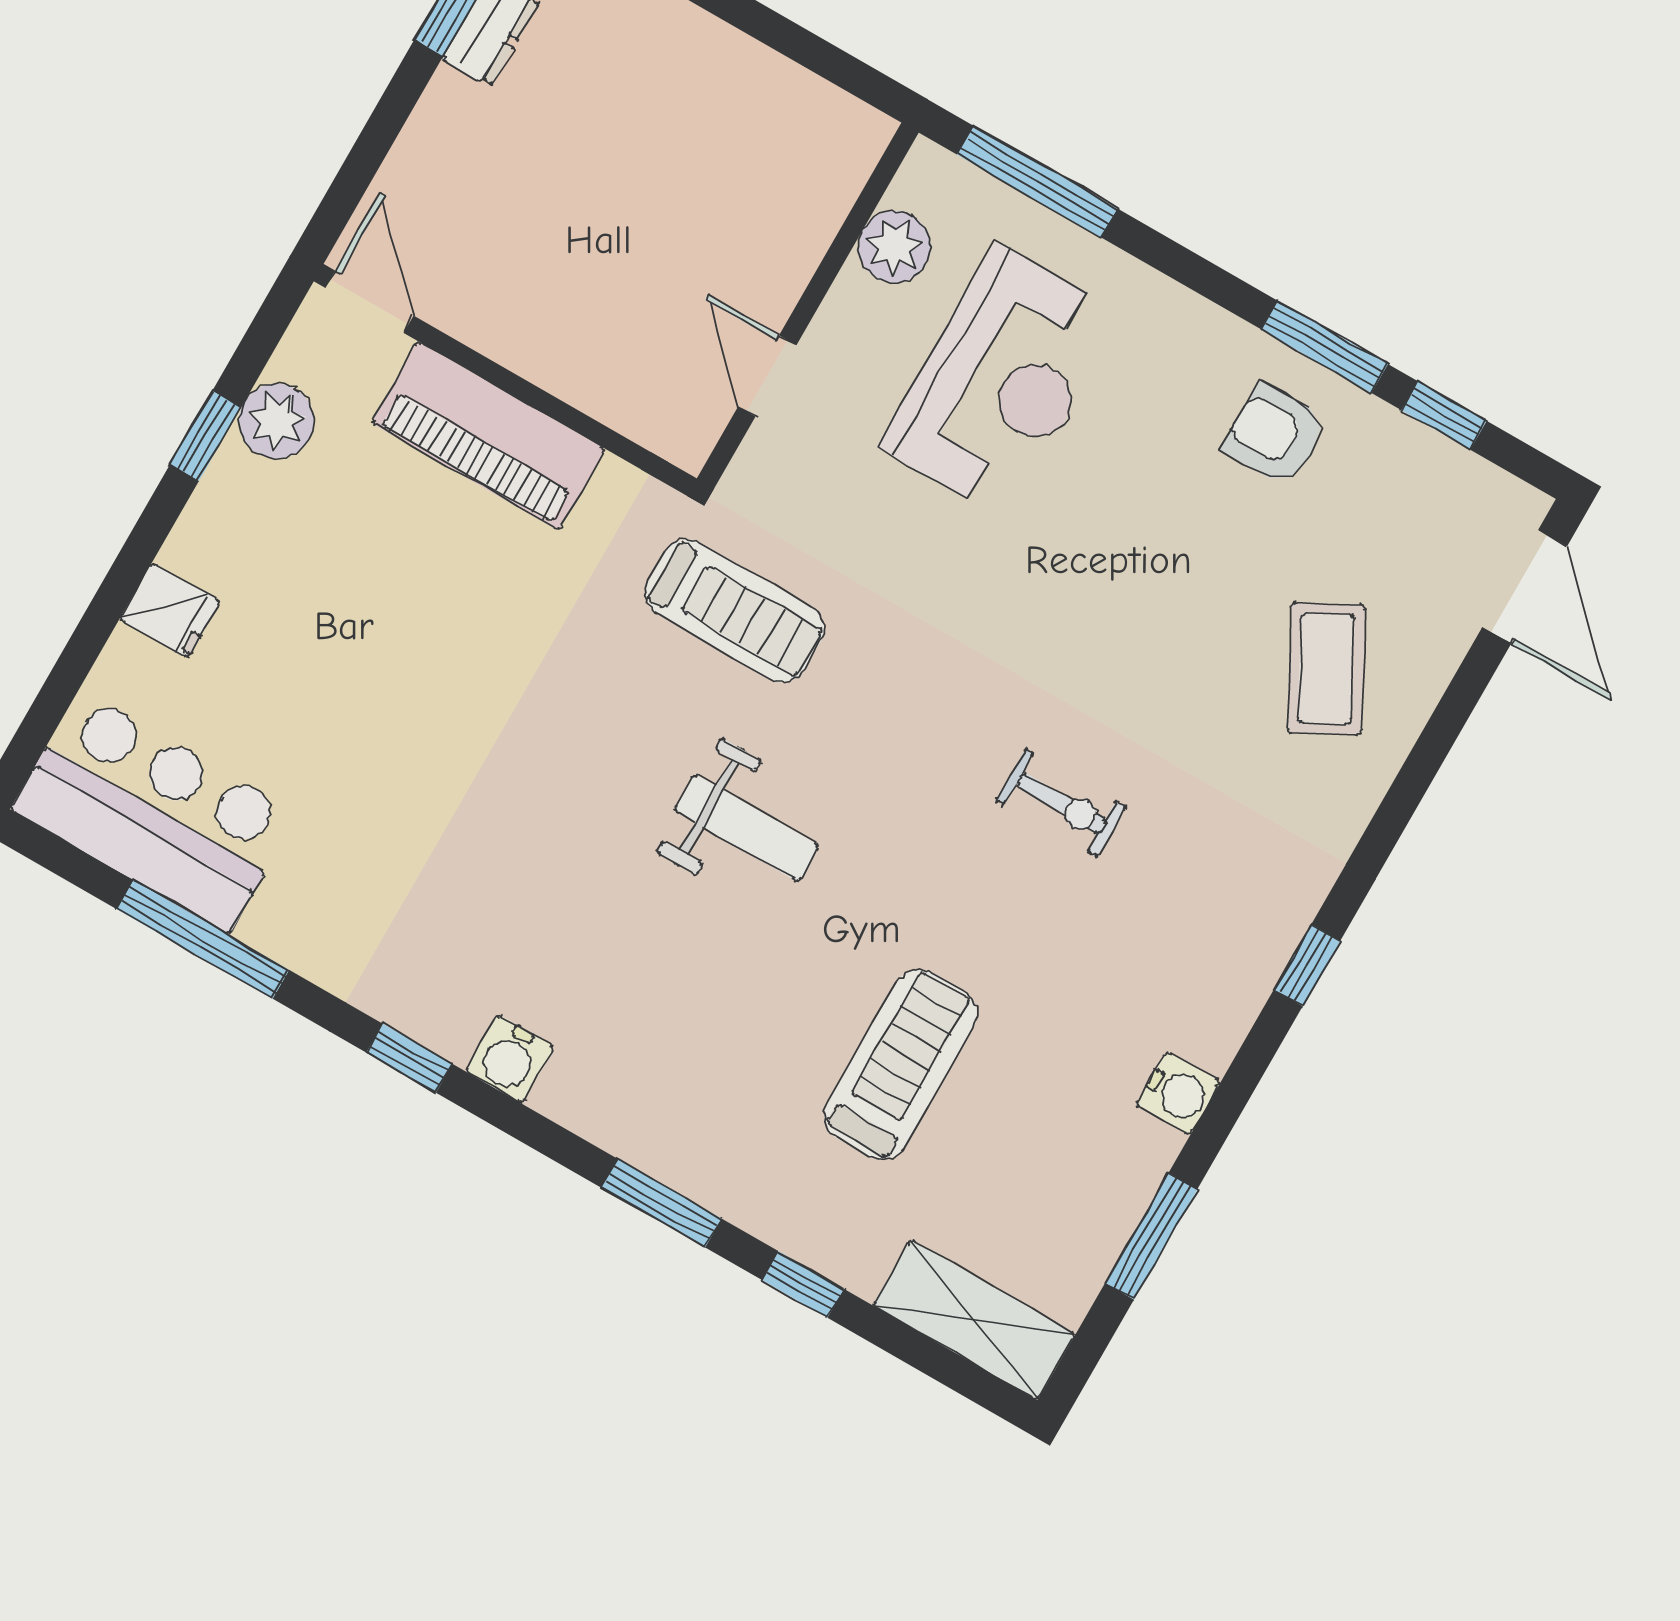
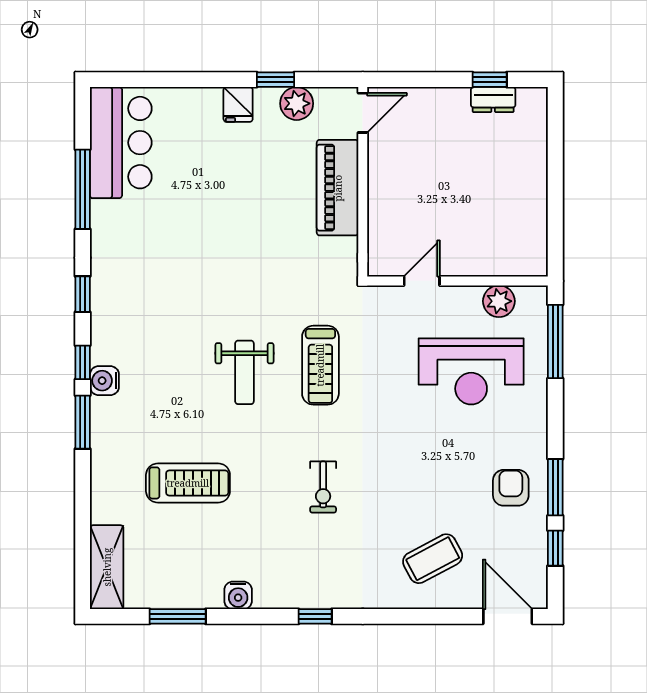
door: (1525, 587) -> (508, 616), swing flipped
fridge: (170, 610) -> (238, 104), moved
treadmill: (735, 611) -> (320, 365), moved
water cooler: (510, 1059) -> (104, 381), moved
window: (803, 1284) -> (83, 362), moved

